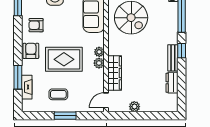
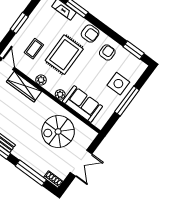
plant: (99, 52) -> (60, 94), moved
coffee table: (58, 94) -> (34, 49), moved

